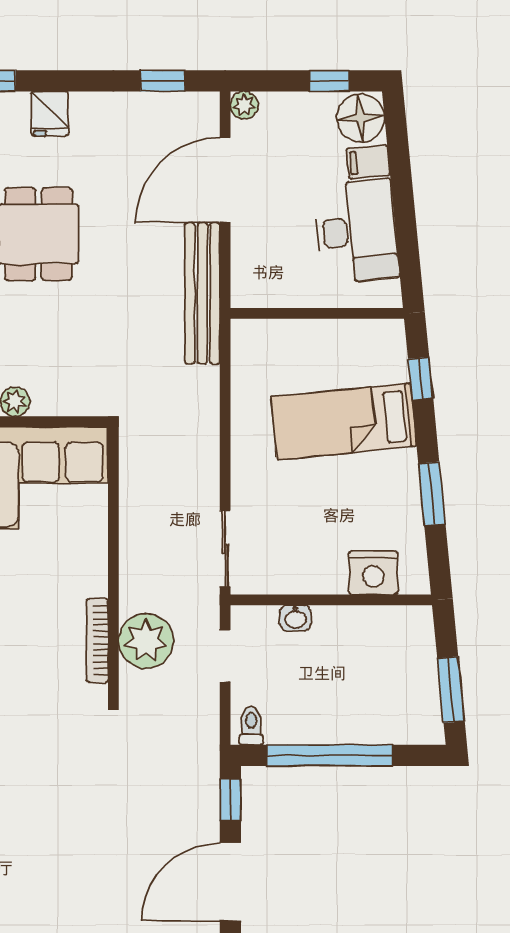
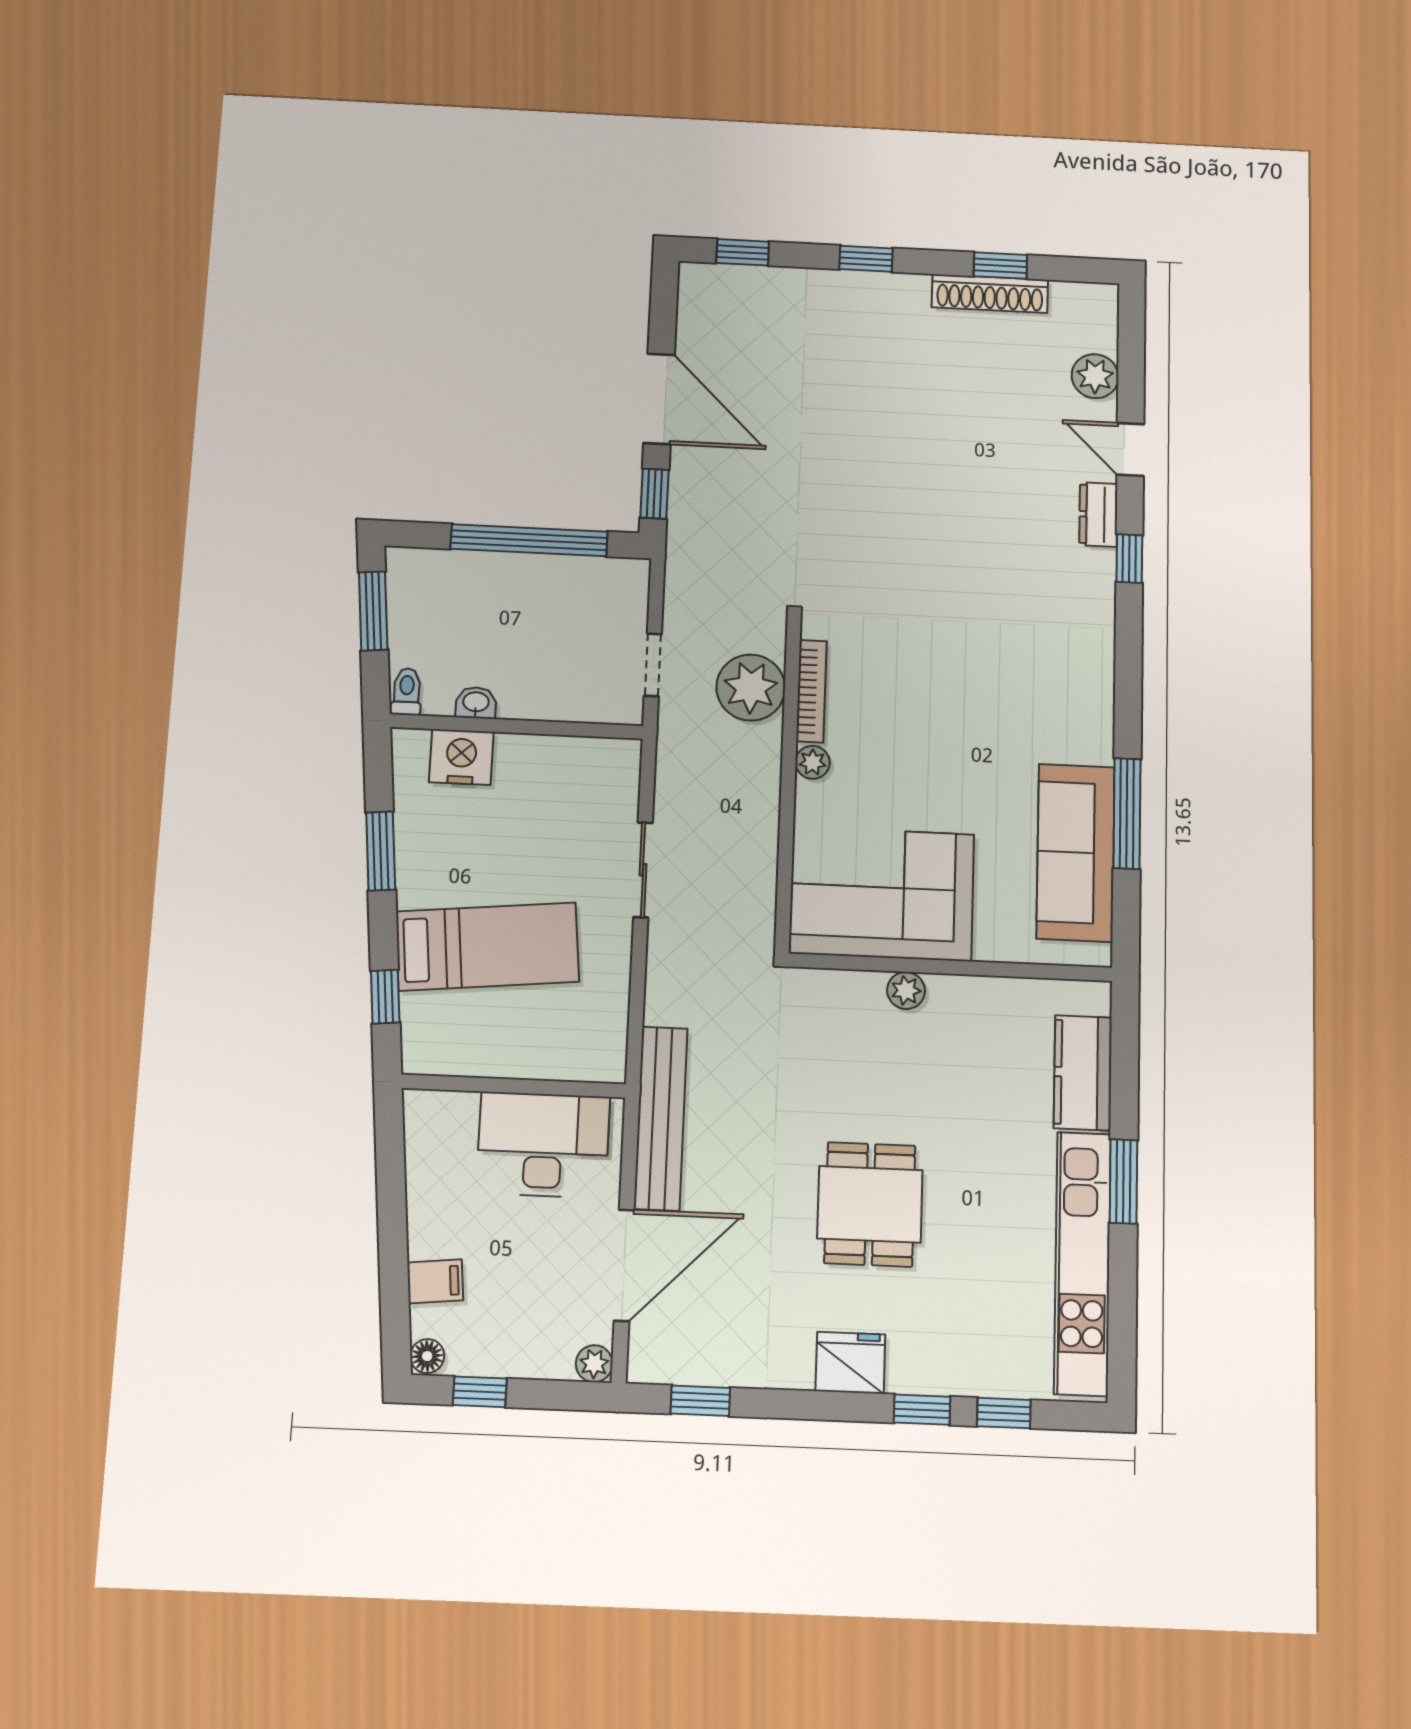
fridge: (50, 114) -> (850, 1363), width x1.38
floor lamp: (361, 118) -> (427, 1356), width x0.53, depth x0.53
desk: (356, 231) -> (543, 1145), moved, turned 96
sliding door: (225, 549) -> (643, 870), moved
plant: (94, 582) -> (813, 762), added
washbasin: (295, 618) -> (476, 703), moved
toilet: (251, 726) -> (407, 692), moved, turned 180
door: (230, 882) -> (659, 399), hinge flipped

